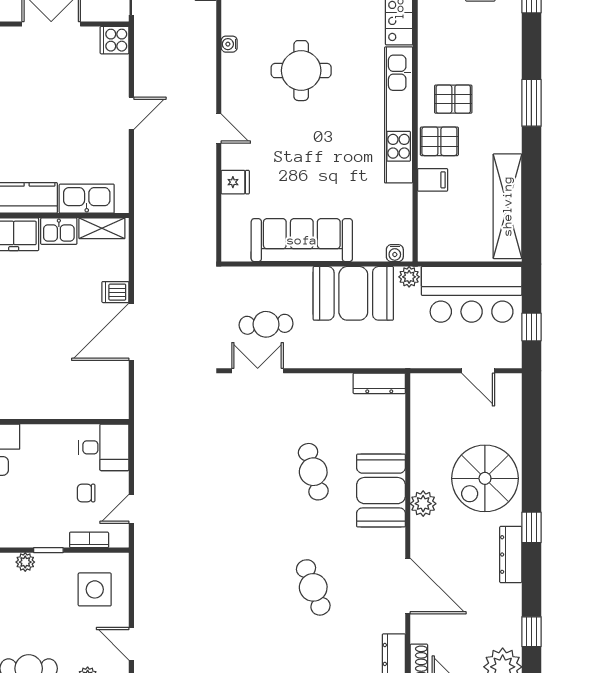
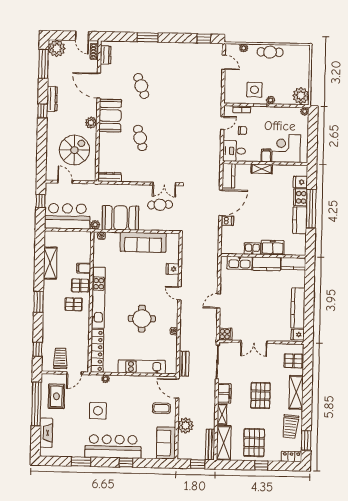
shelving: (507, 206) -> (50, 263), width x0.68
shelving: (102, 228) -> (262, 169), moved
kitchen counter: (115, 392) -> (228, 176), added
filing cabinet: (32, 439) -> (266, 156), added
spiral stairs: (485, 478) -> (74, 150), moved
booth: (381, 491) -> (110, 116), moved
side table: (95, 589) -> (254, 90), moved
window: (531, 632) -> (43, 64), width x2.17

